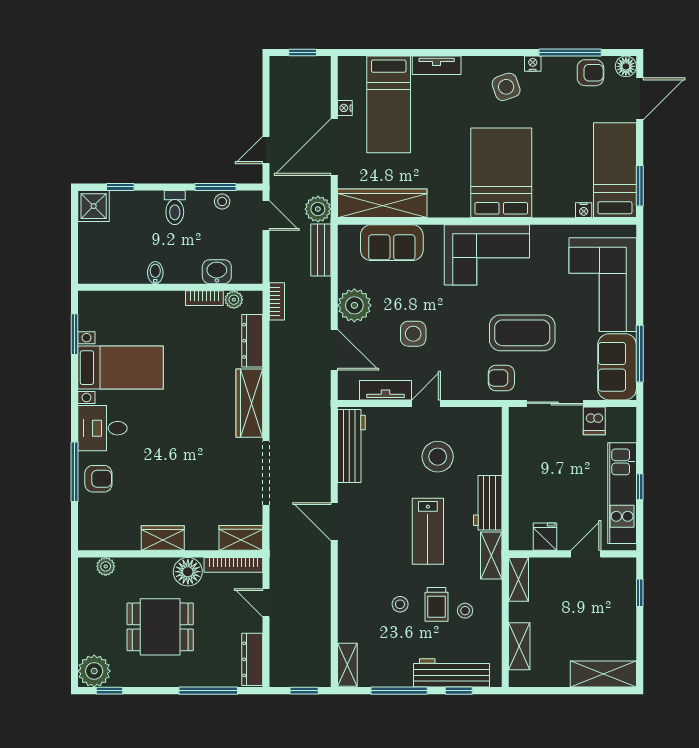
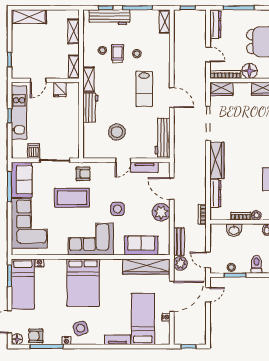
plant: (234, 300) -> (256, 215), moved
side table: (413, 334) -> (118, 209), moved
lab bench: (428, 531) -> (144, 89), moved, turned 180

